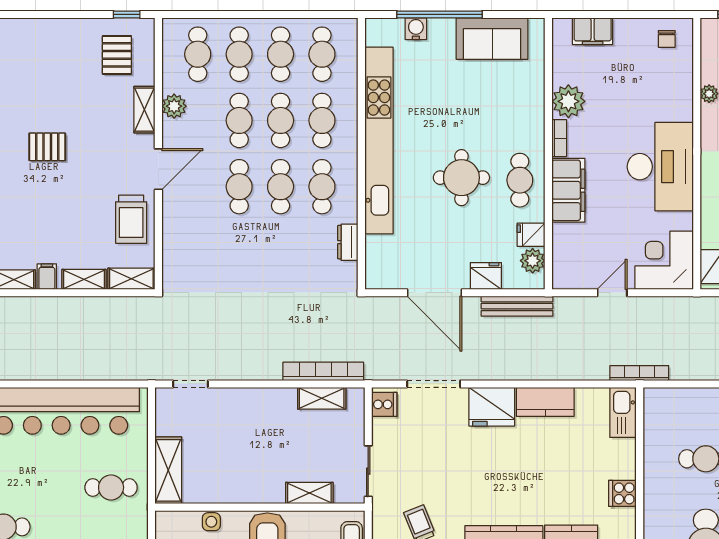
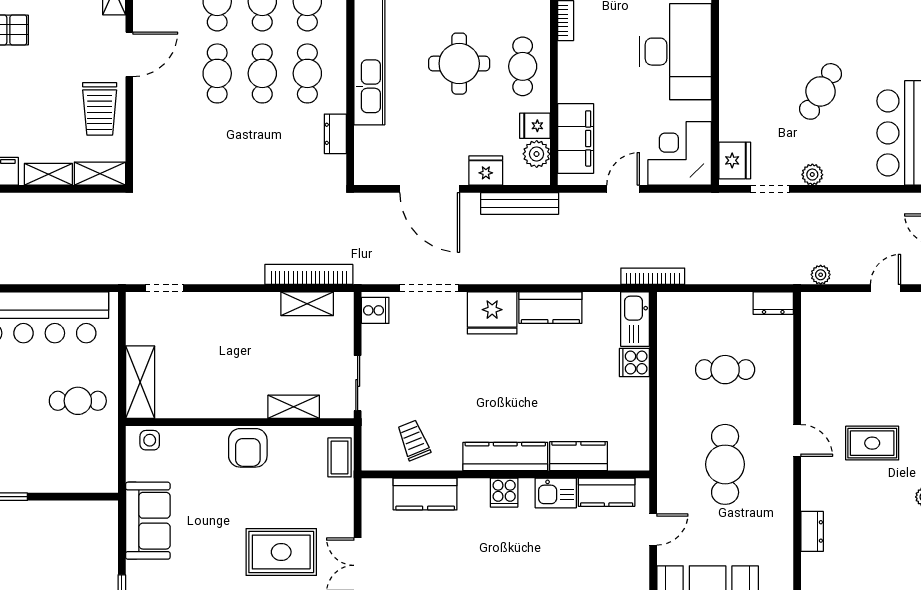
filing cabinet: (568, 190) -> (576, 138), moved
cooker: (622, 493) -> (634, 363), moved
side table: (211, 522) -> (150, 440), moved

